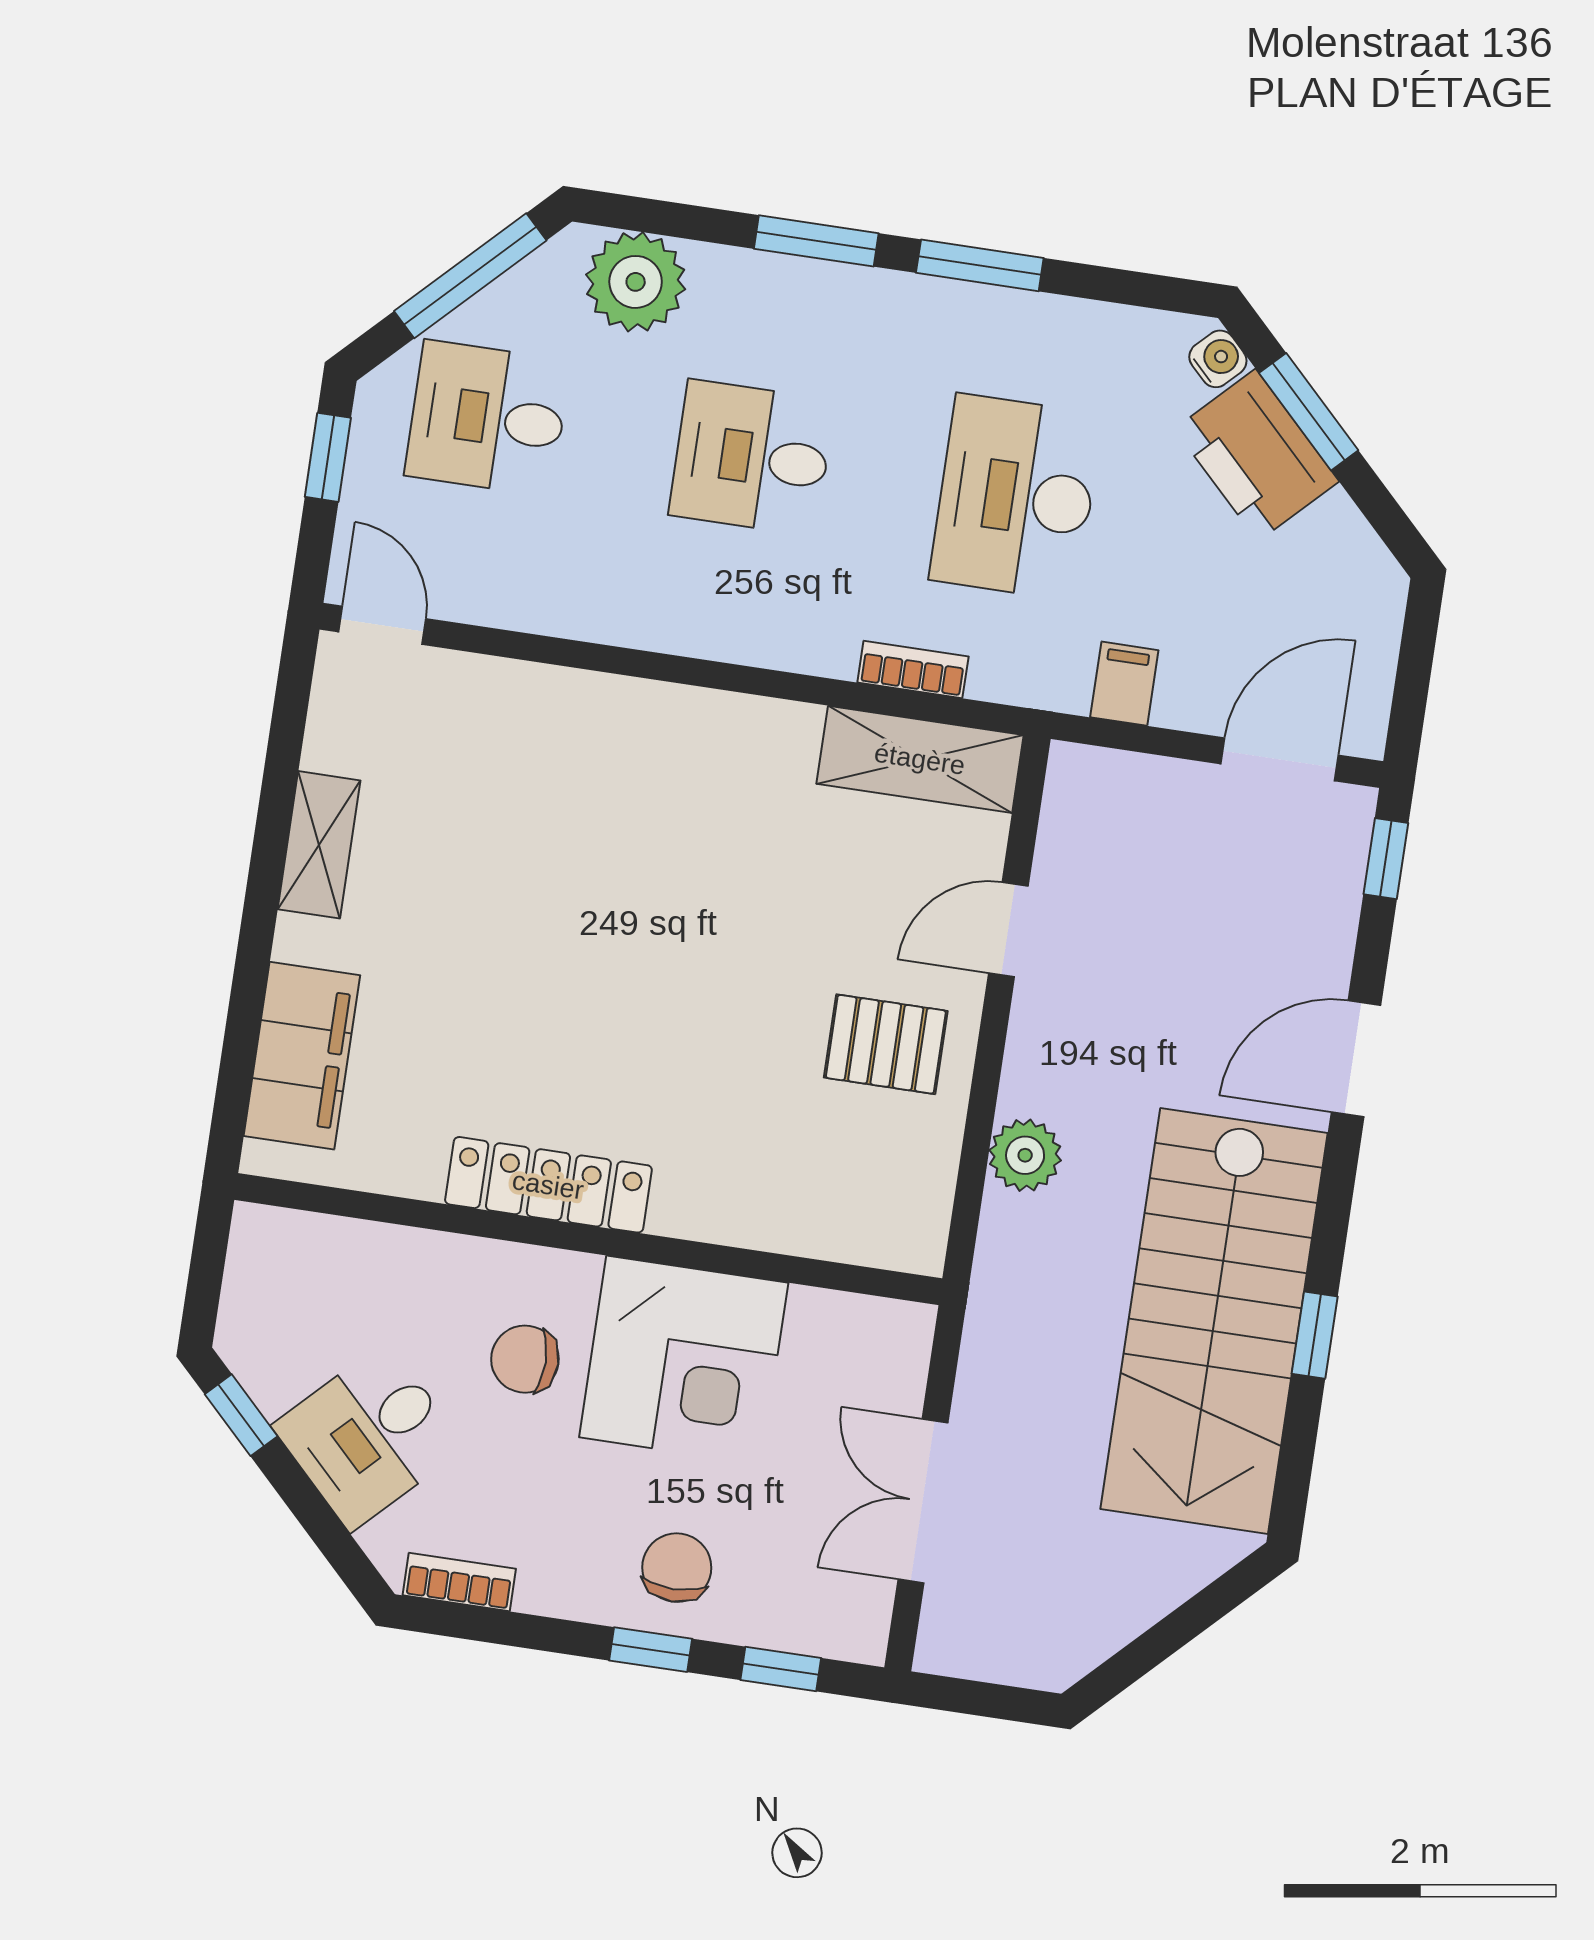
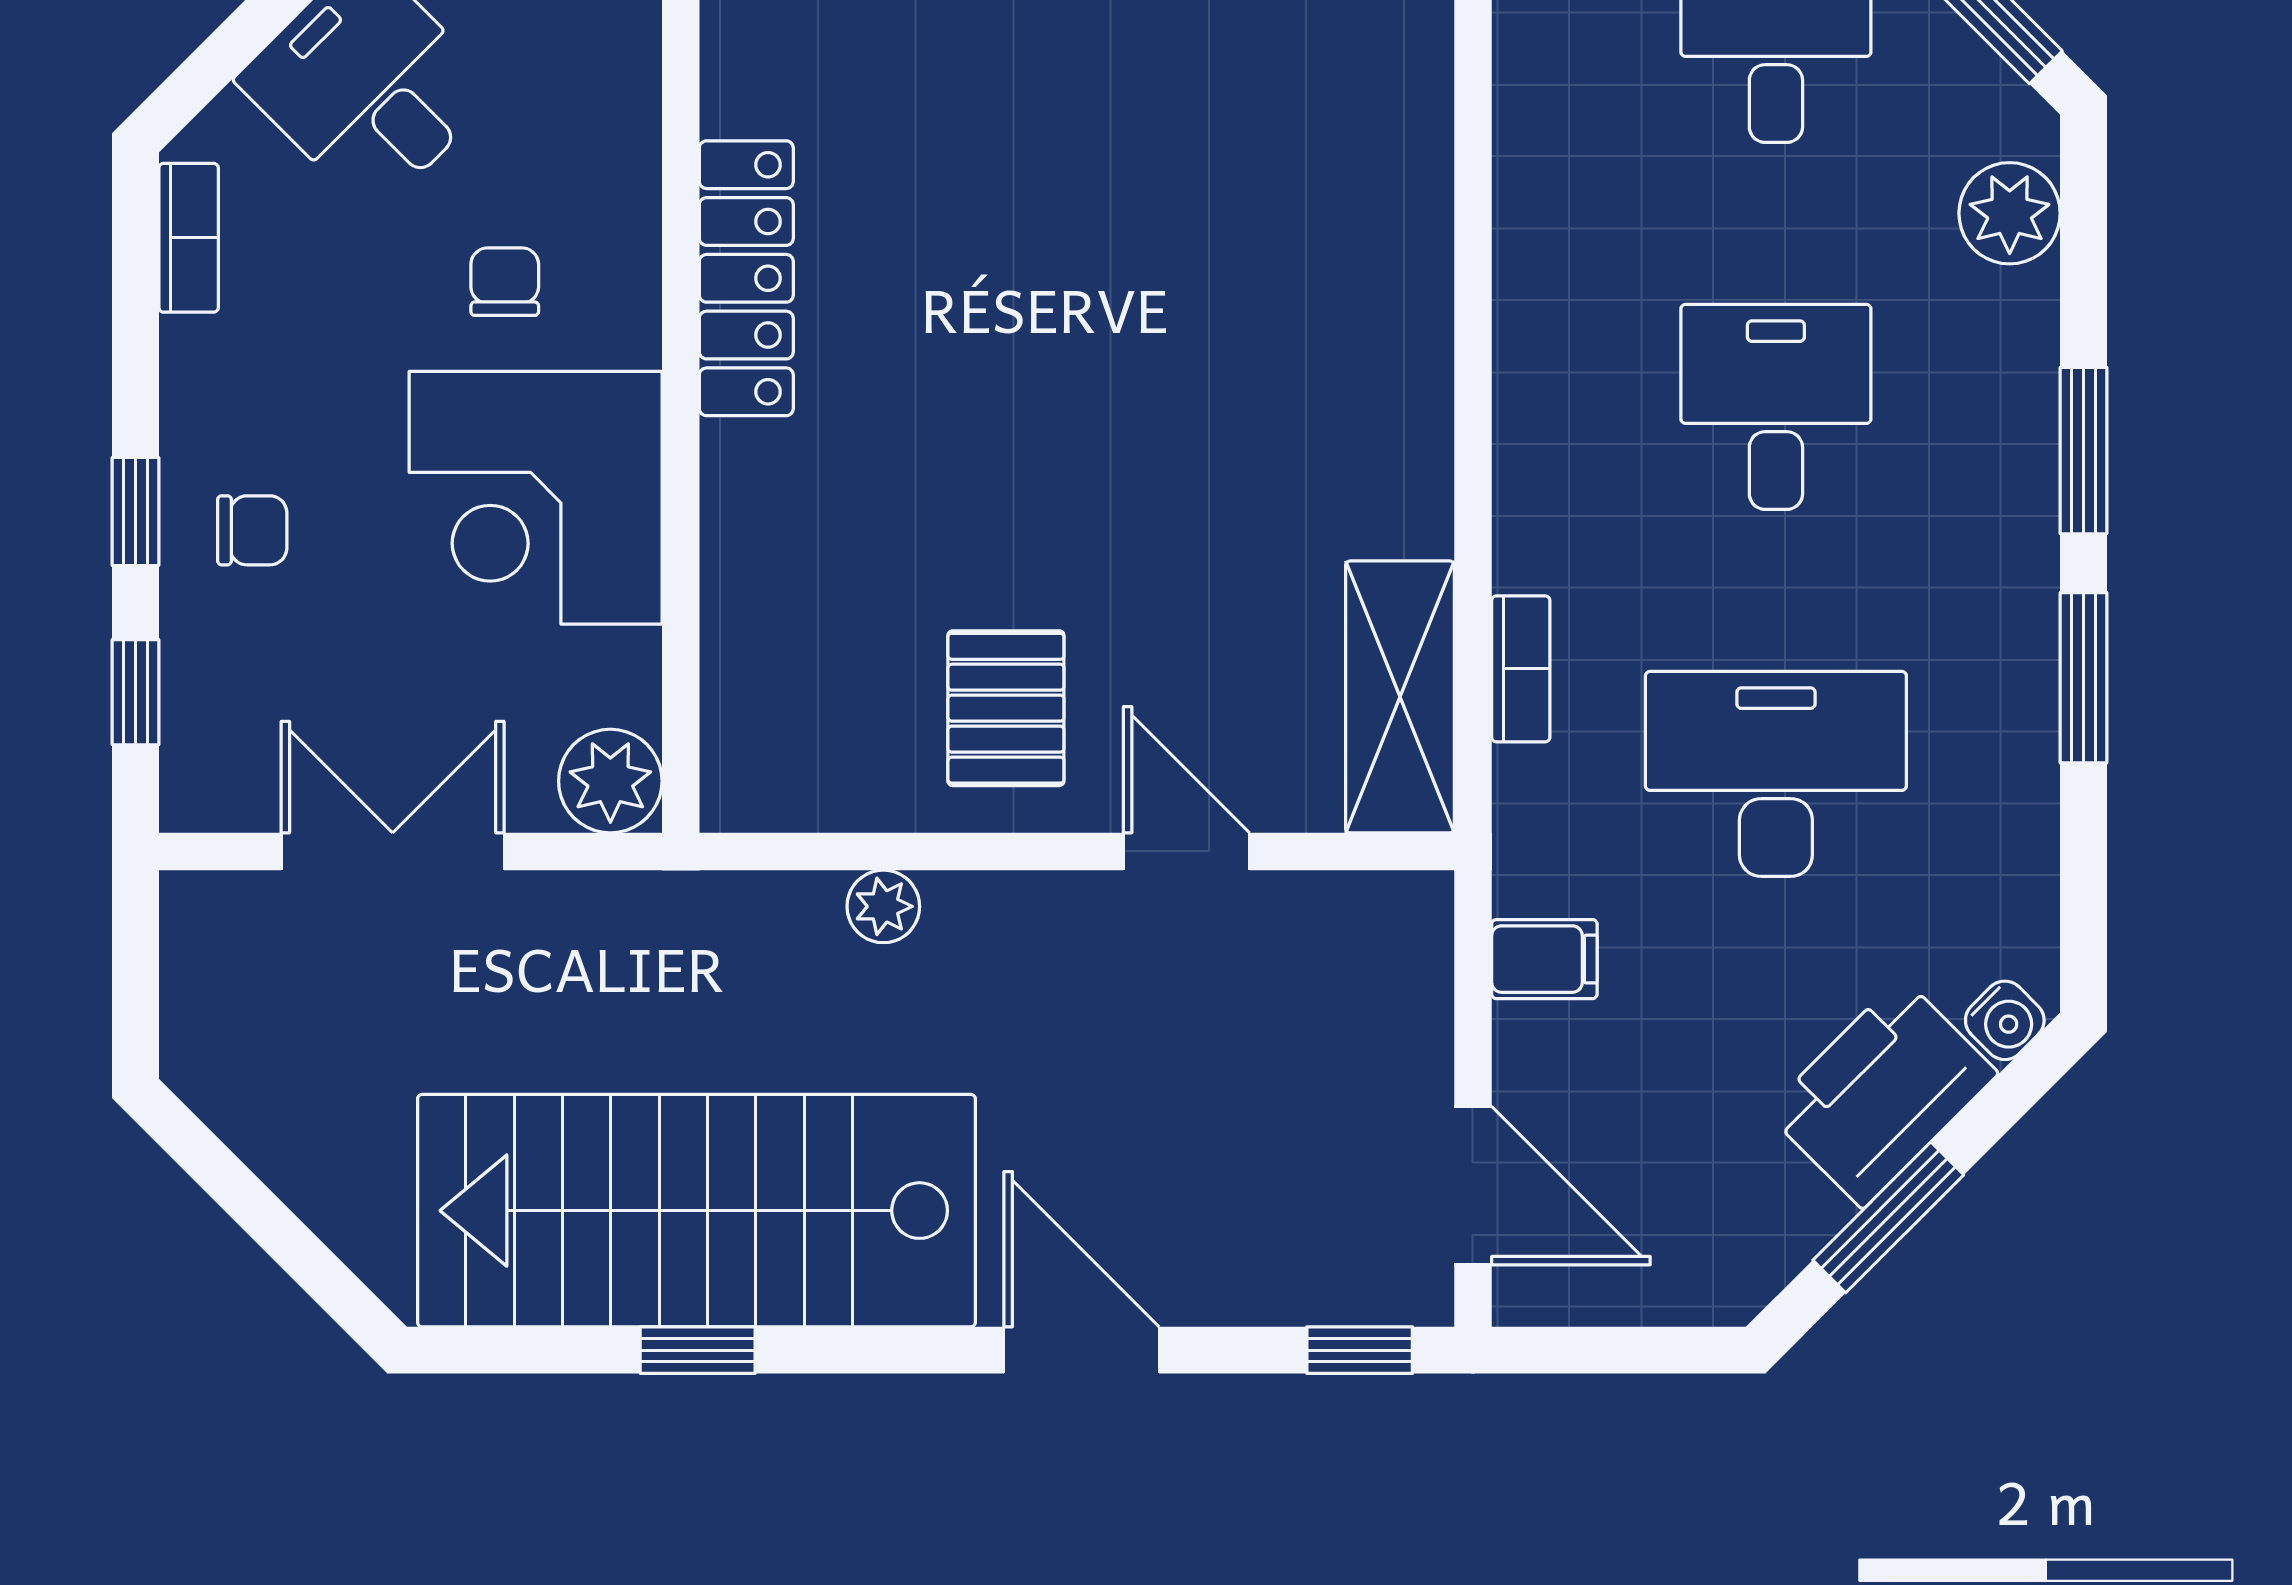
plant: (636, 282) -> (2010, 213), width x0.73, depth x0.73
window: (1309, 412) -> (1888, 1217), moved
plant: (1025, 1155) -> (883, 906), width x0.73, depth x0.73
plant: (896, 1337) -> (610, 781), added
chair: (525, 1359) -> (505, 282), width x0.73, depth x0.73
chair: (677, 1568) -> (252, 530), width x0.73, depth x0.73

